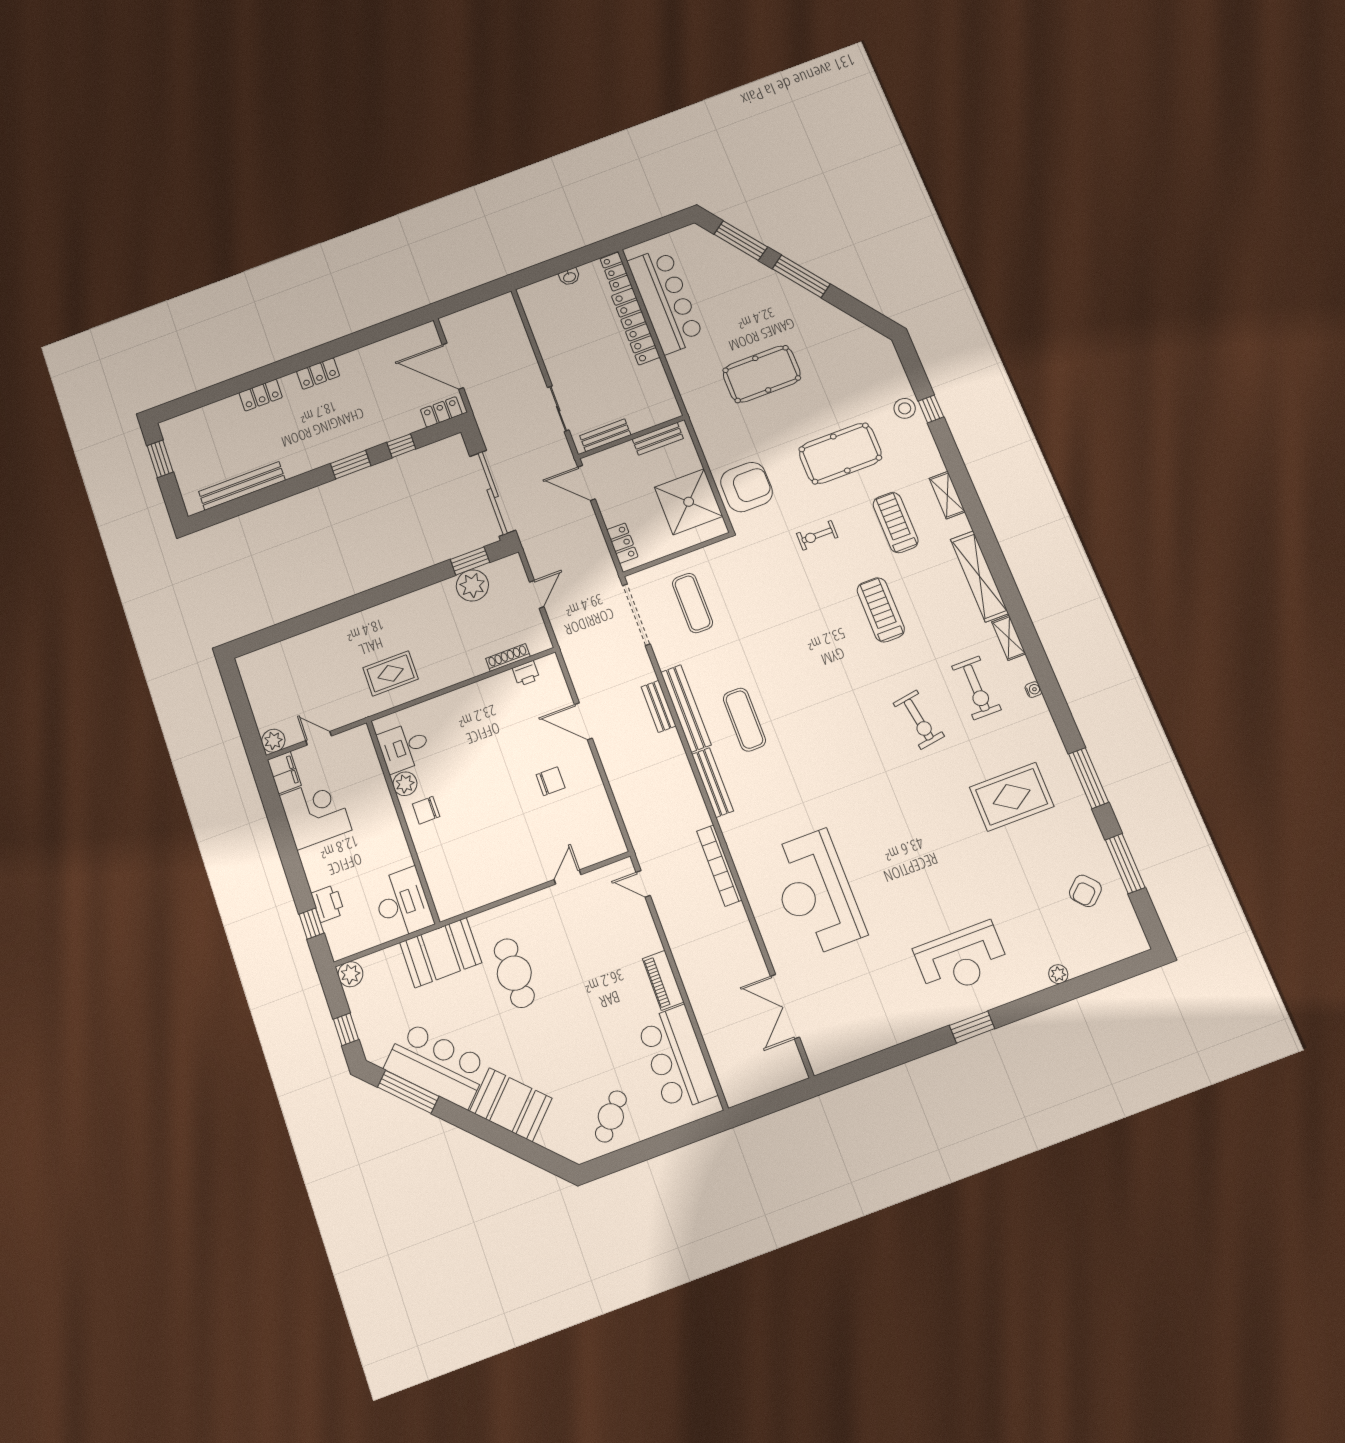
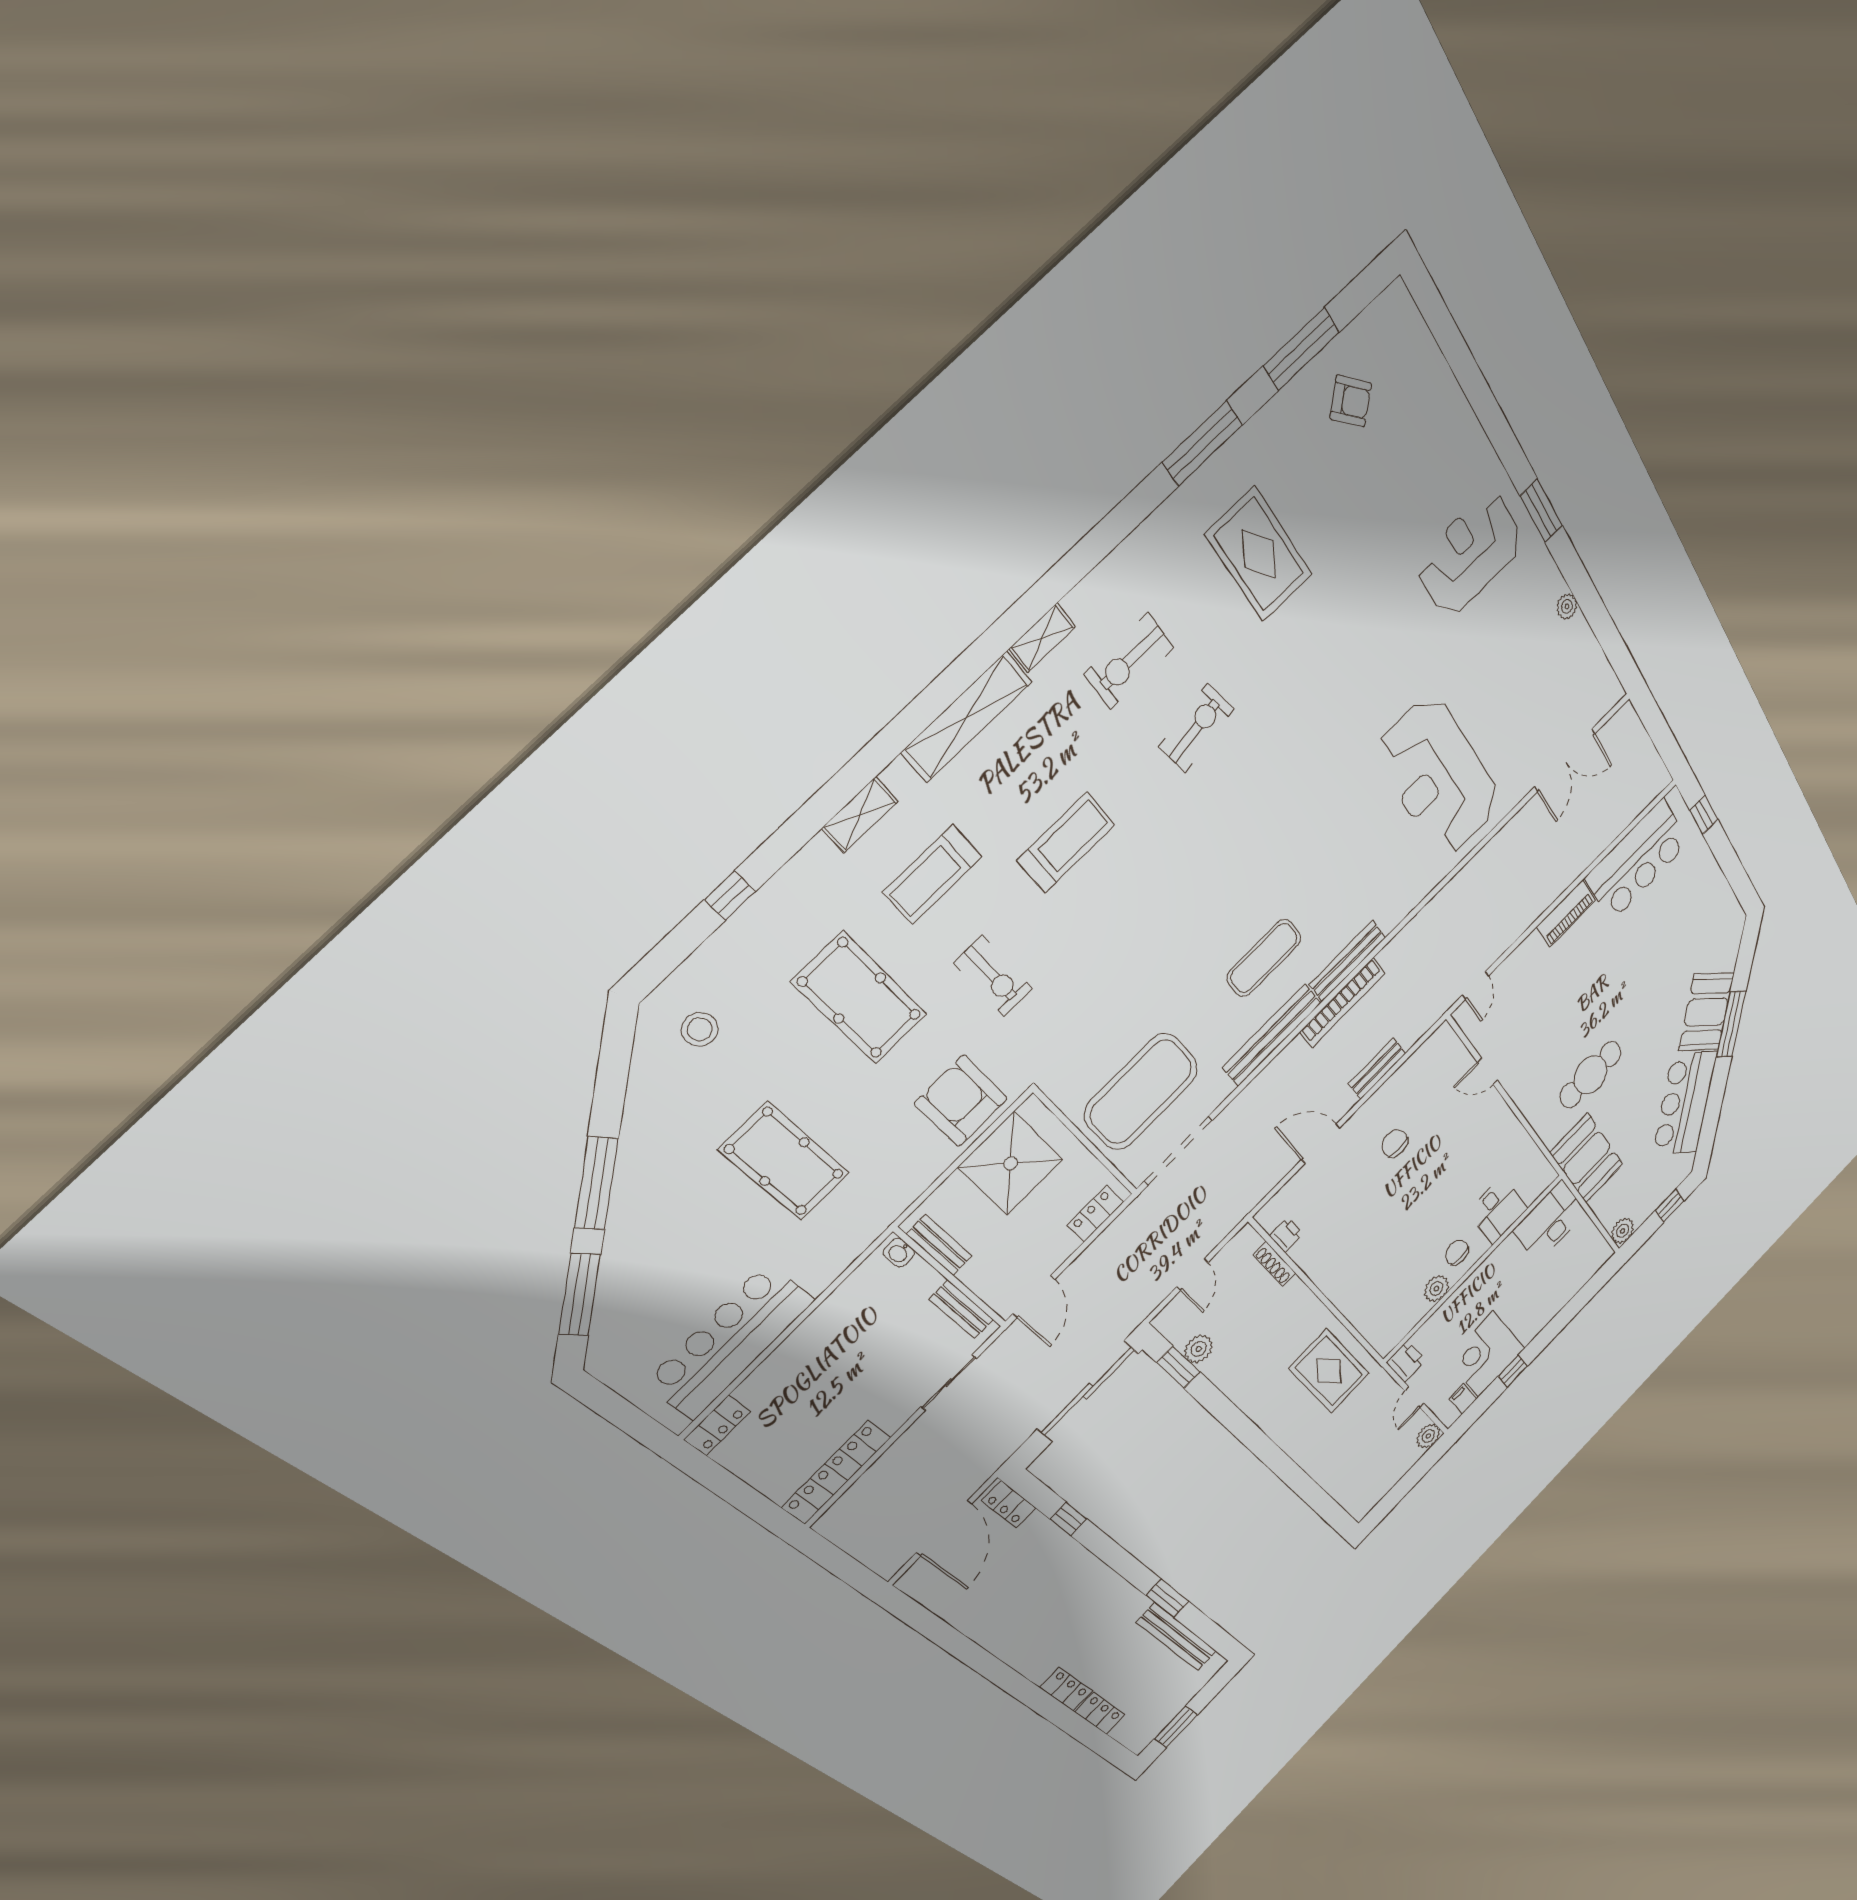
washbasin: (569, 277) -> (899, 1252), moved, turned 180
locker: (636, 326) -> (836, 1472), moved, turned 180
locker: (318, 374) -> (1100, 1713), moved
stool: (905, 408) -> (700, 1029), moved
window: (351, 465) -> (1168, 1598), moved
exercise bike: (817, 535) -> (993, 976), width x1.38, depth x1.39
plant: (472, 585) -> (1199, 1349), width x0.73, depth x0.73
door: (537, 594) -> (1192, 1275), swing flipped
exercise mat: (693, 603) -> (1141, 1092), width x2.00, depth x1.45
treadmill: (881, 610) -> (1066, 843), turned 180
rug: (391, 673) -> (1329, 1371), width x1.36, depth x1.43
exercise bike: (976, 688) -> (1129, 661), turned 180
water cooler: (1033, 690) -> (1105, 573), removed
bench: (659, 706) -> (1377, 1068), moved
door: (583, 721) -> (1321, 1144), swing flipped
desk: (404, 747) -> (1498, 1210), moved
filing cabinet: (284, 773) -> (1463, 1399), width x0.50
chair: (426, 810) -> (1457, 1252), turned 180
bookcase: (719, 866) -> (1343, 1002), moved
reception desk: (815, 893) -> (1439, 777), turned 90
printer: (328, 903) -> (1406, 1361), moved, turned 90
window: (311, 924) -> (1513, 1371), moved
reception desk: (961, 959) -> (1470, 554), turned -90
plant: (1058, 974) -> (1567, 607), moved
window: (408, 1092) -> (1731, 1024), moved
cafe table: (611, 1116) -> (1700, 905), removed
window: (687, 1135) -> (1704, 815), added

